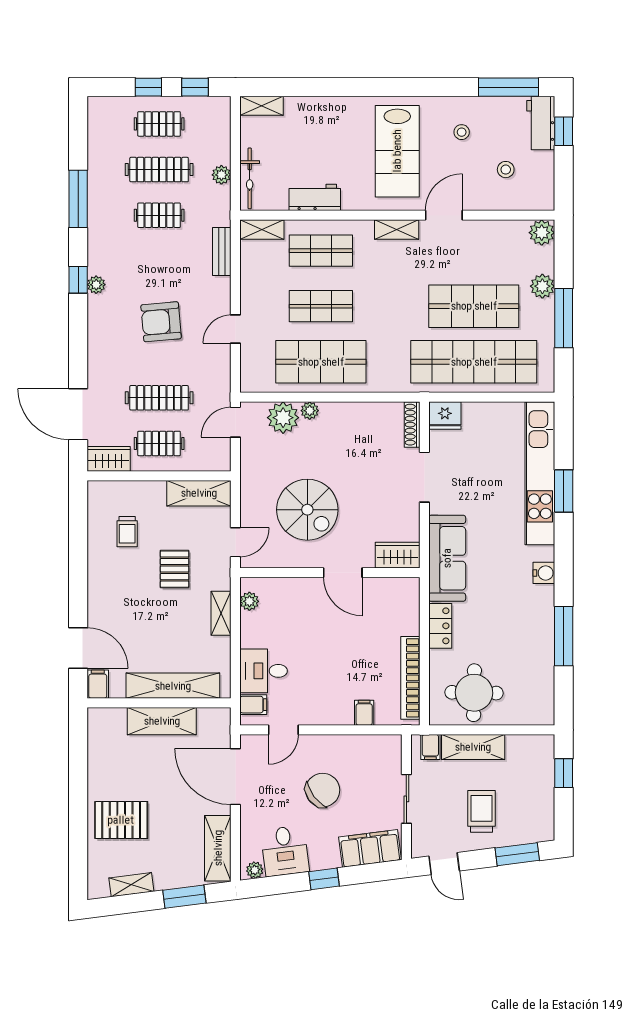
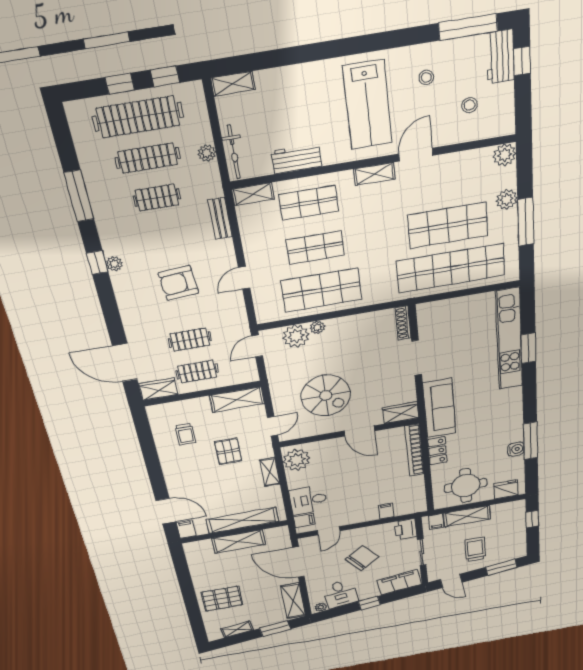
clothes rail: (159, 124) -> (138, 117), width x1.86, depth x1.31
clothes rail: (159, 398) -> (190, 340), width x0.73
fridge: (445, 416) -> (506, 489), moved, turned 180
water cooler: (544, 573) -> (516, 449), moved
plant: (249, 601) -> (297, 460), width x1.87, depth x1.87
bookcase: (410, 678) -> (414, 450), moved
printer: (388, 751) -> (406, 529), added

